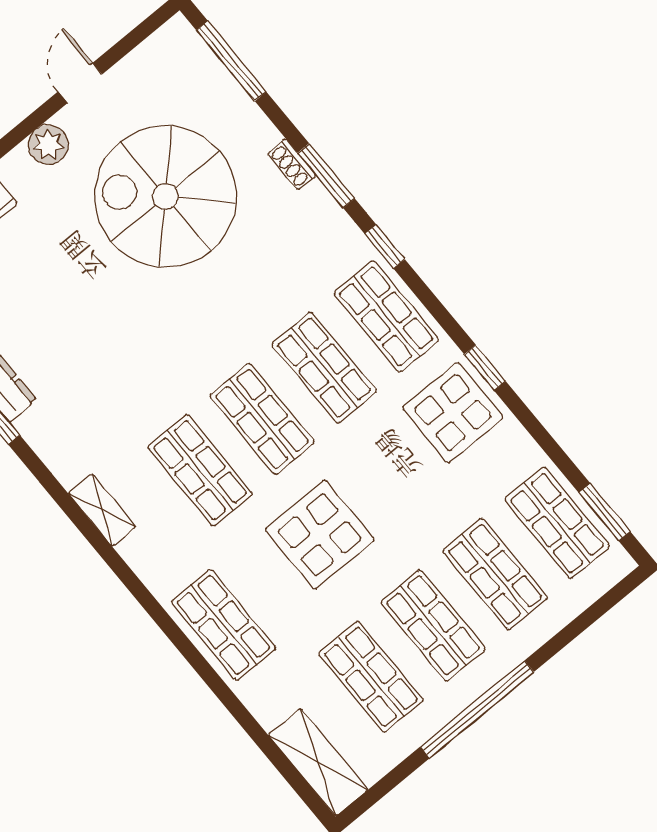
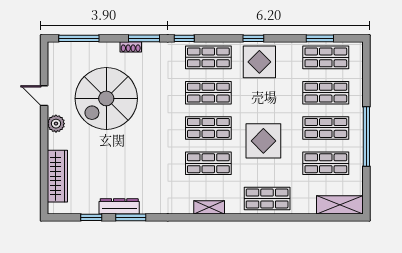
shelving: (102, 510) -> (209, 207), moved
window: (604, 512) -> (320, 38), moved

